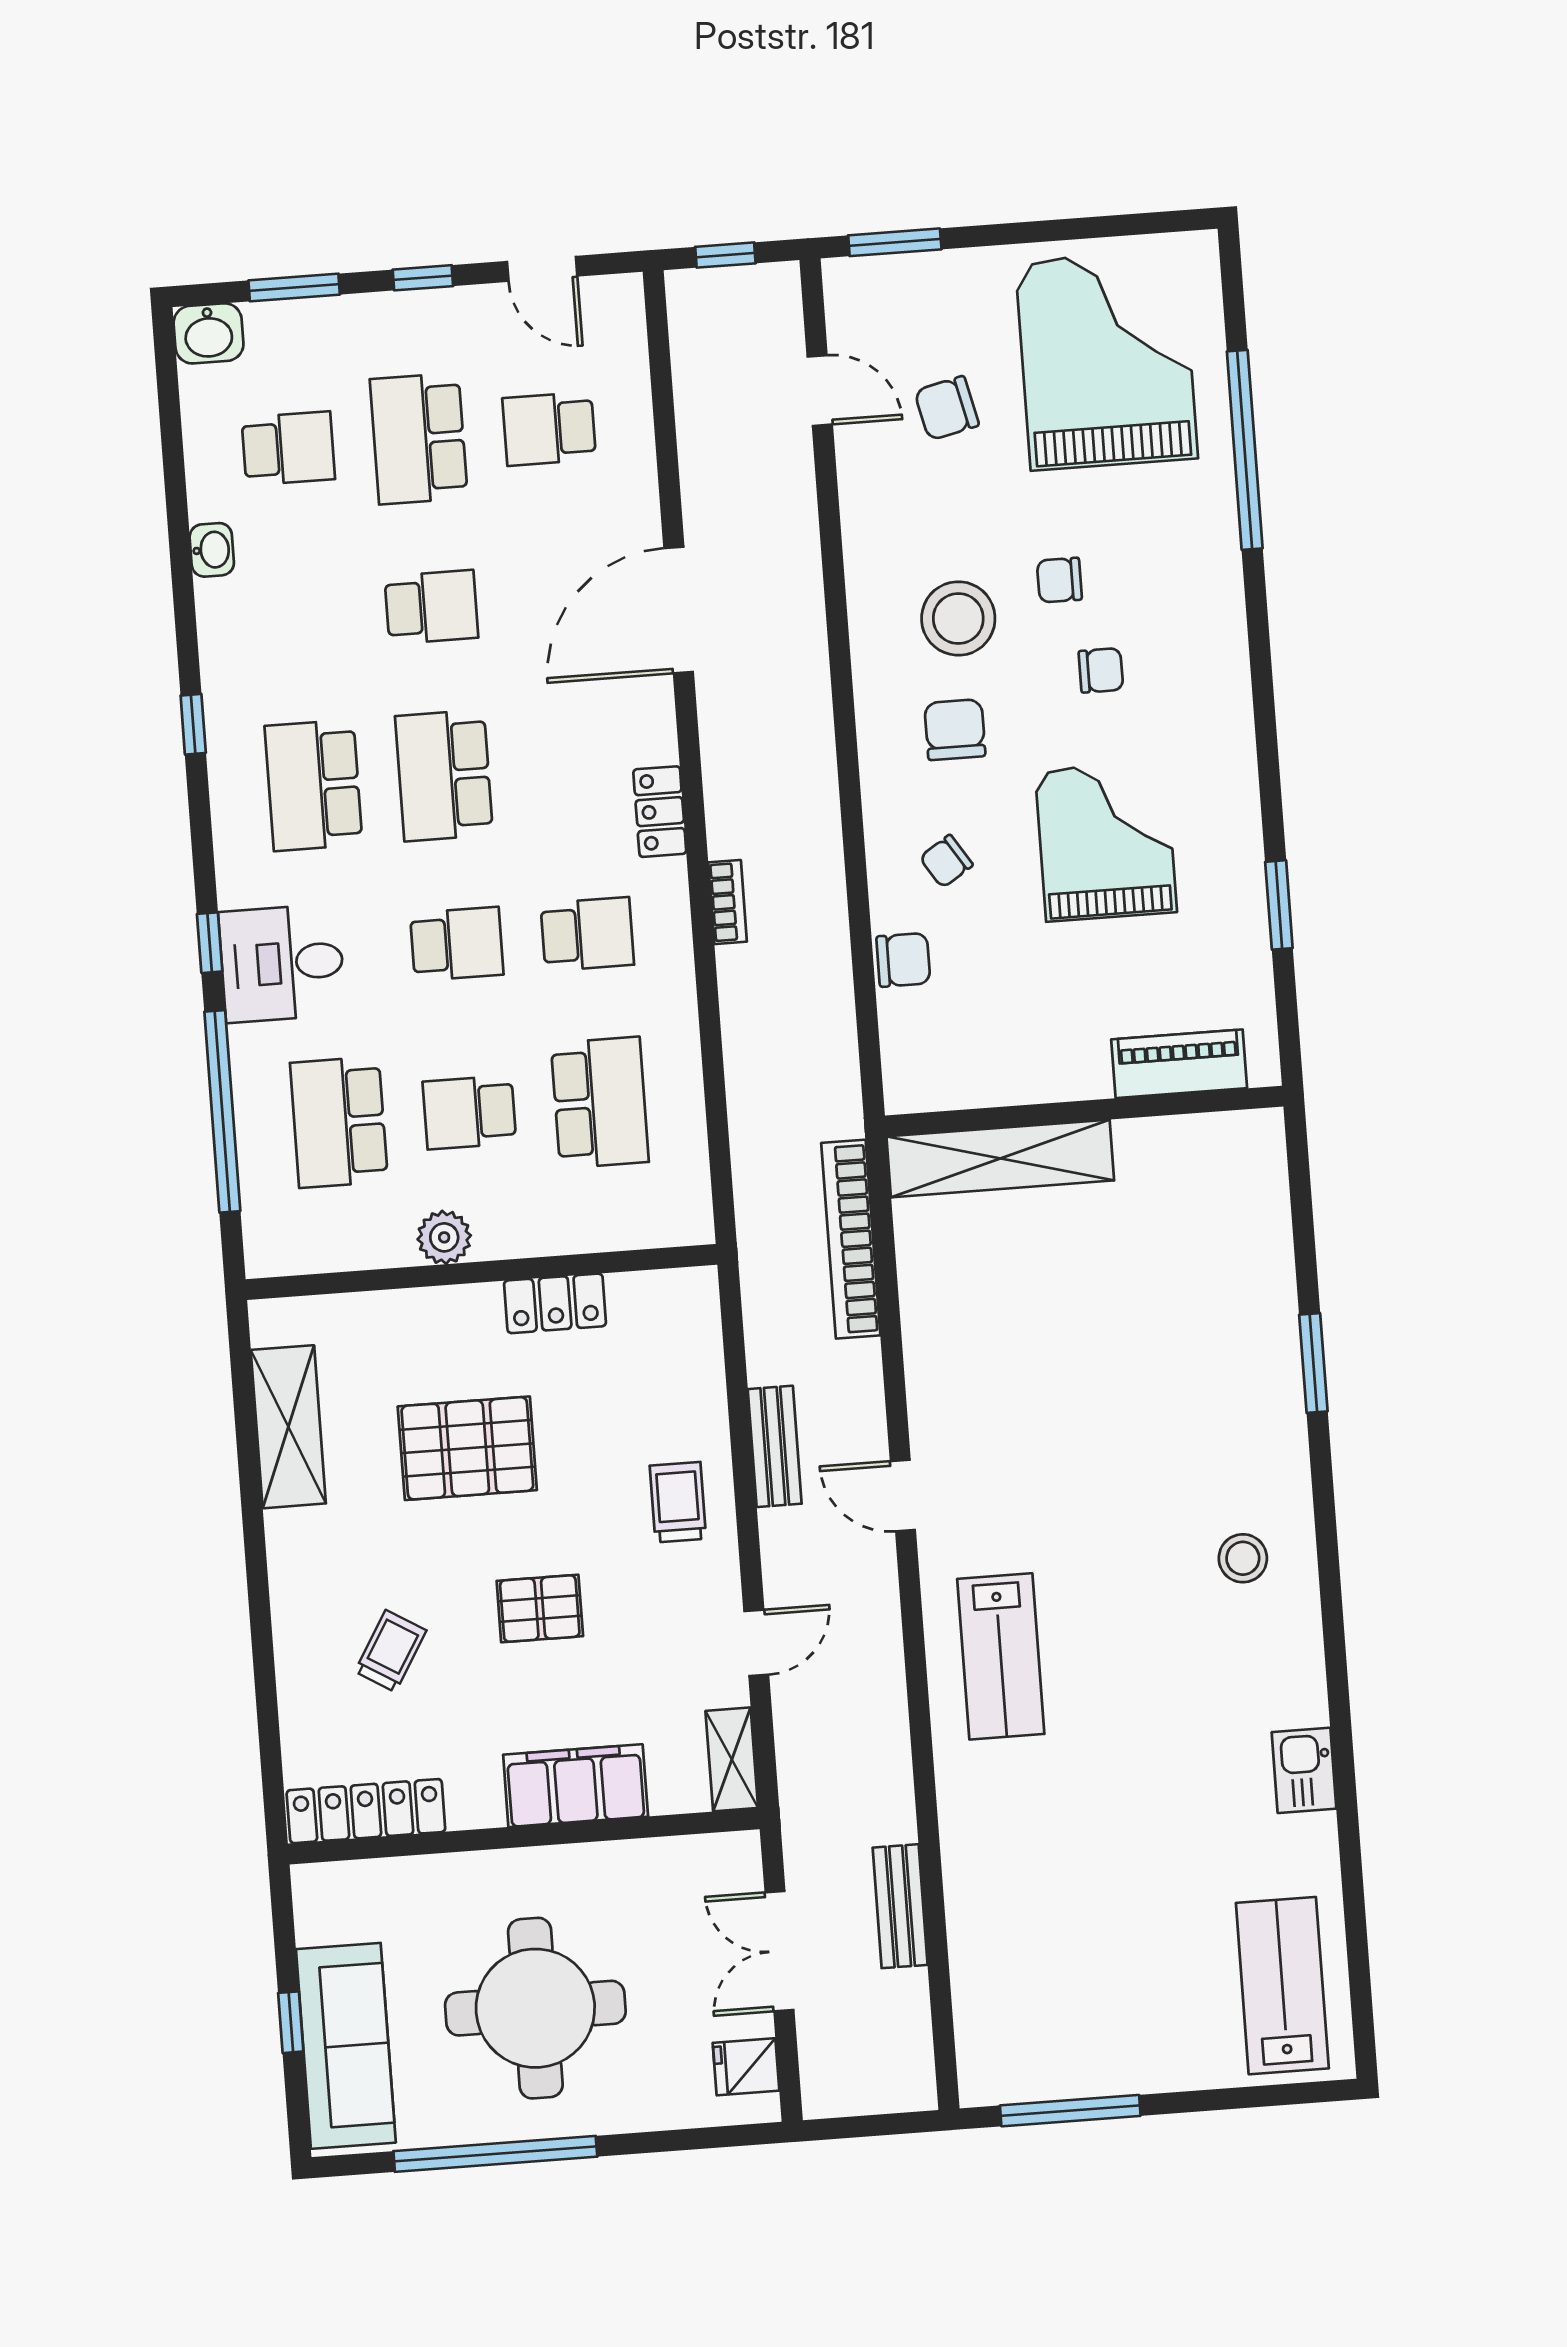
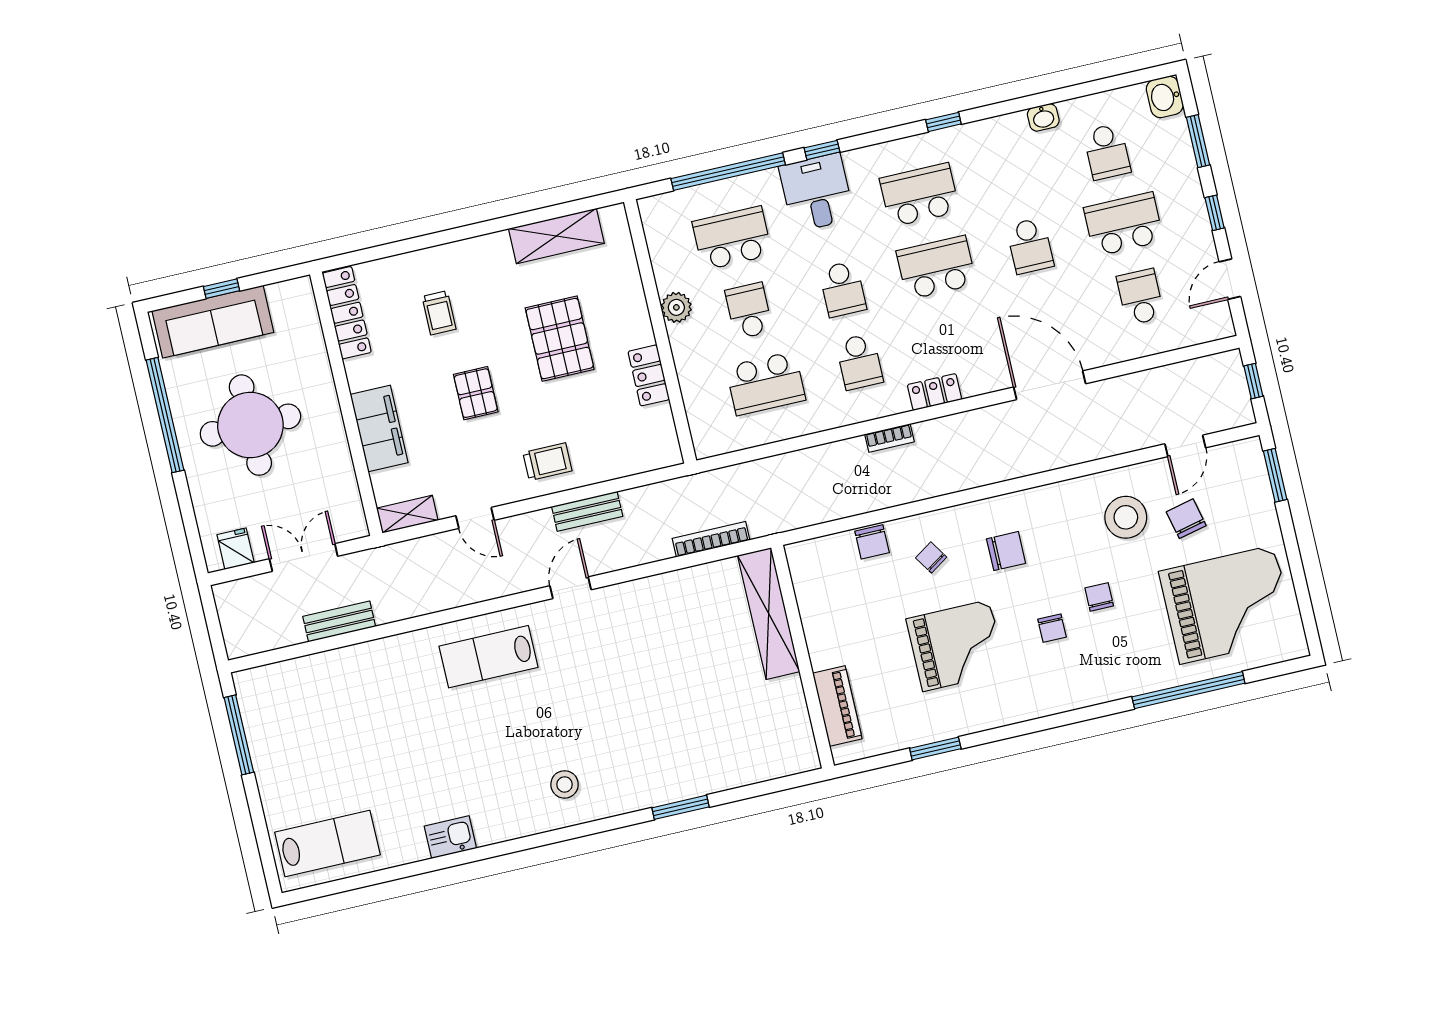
stool: (958, 618) -> (1126, 517), moved
bookcase: (851, 1239) -> (711, 539), width x0.68, depth x0.76
trolley: (391, 1651) -> (439, 313), turned 59

